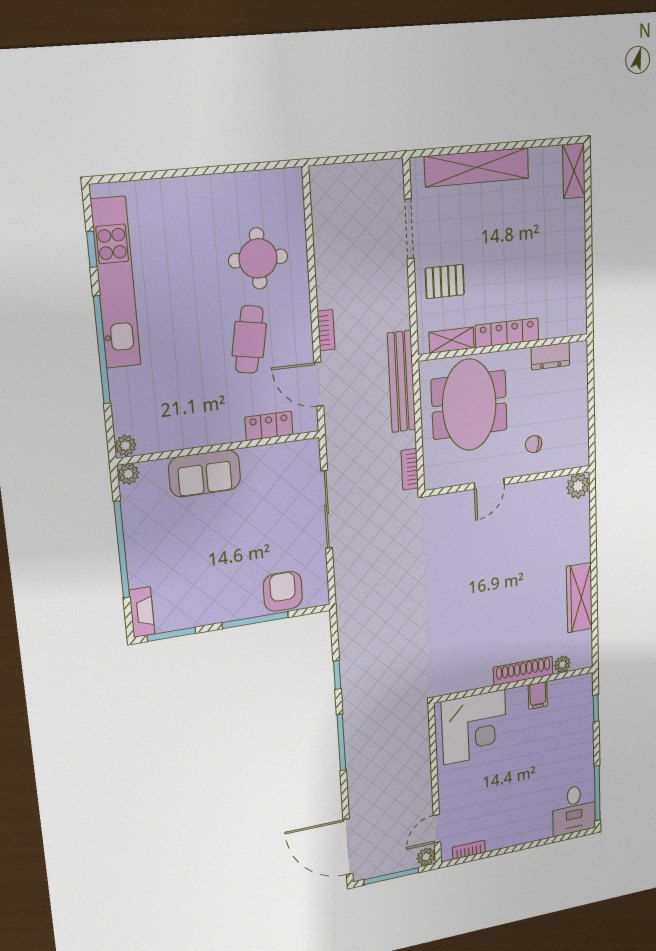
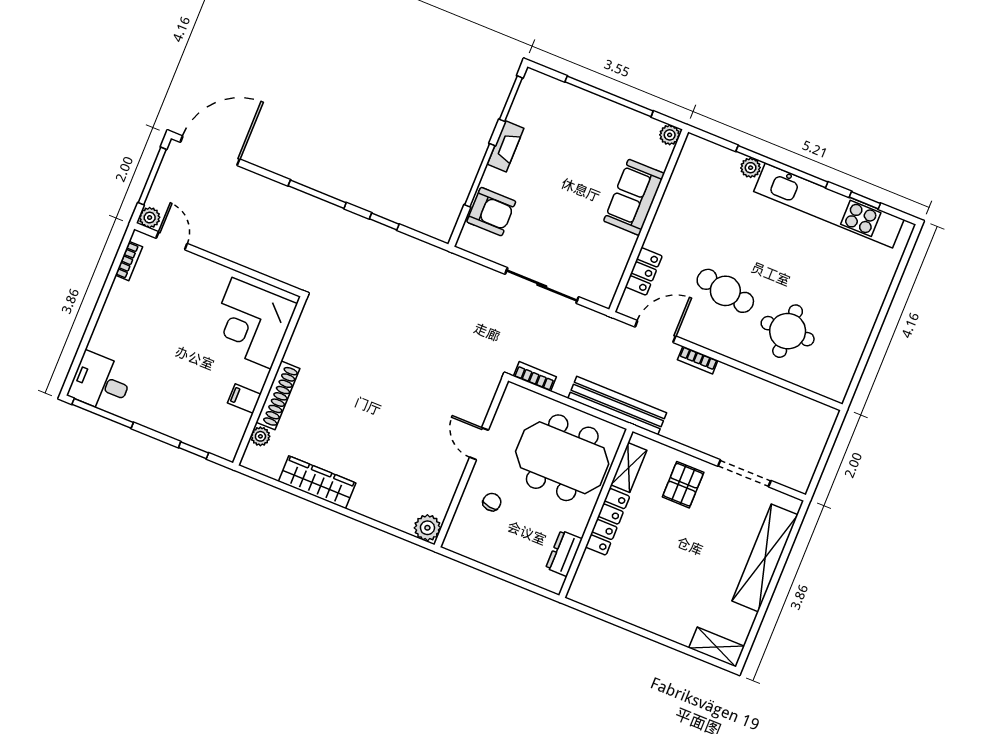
plant: (125, 446) -> (751, 168), moved
fireplace: (142, 612) -> (506, 146), moved, turned -90

